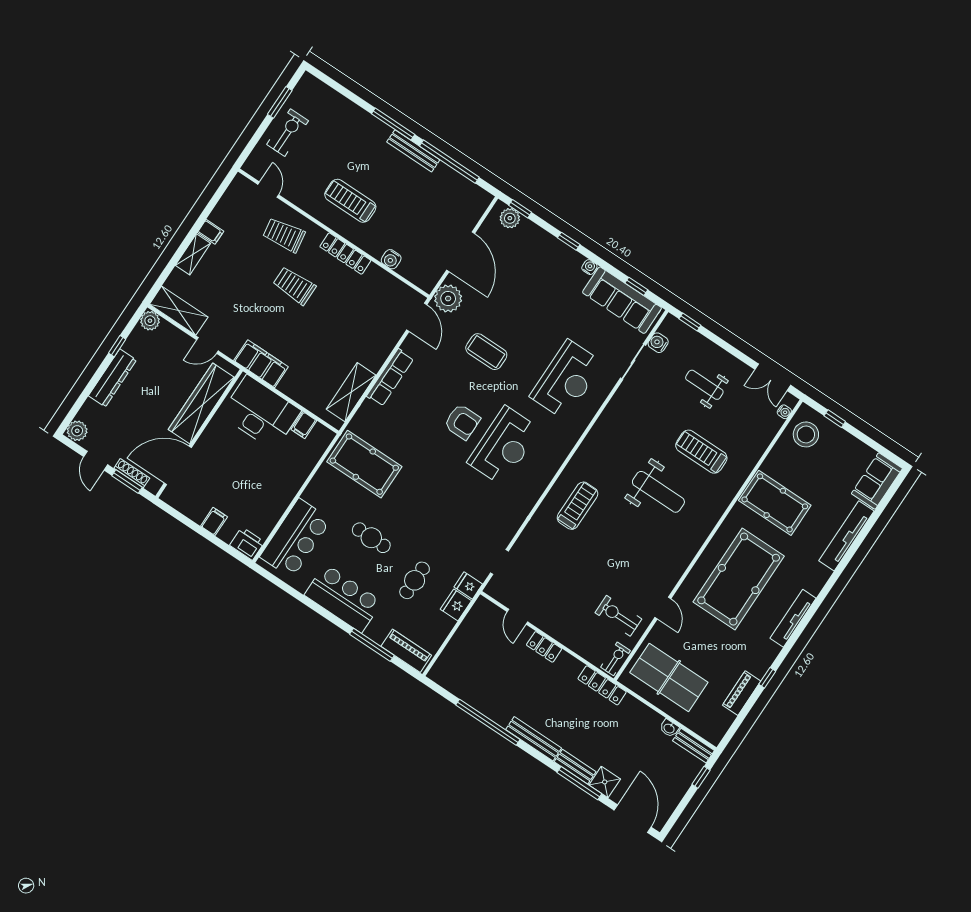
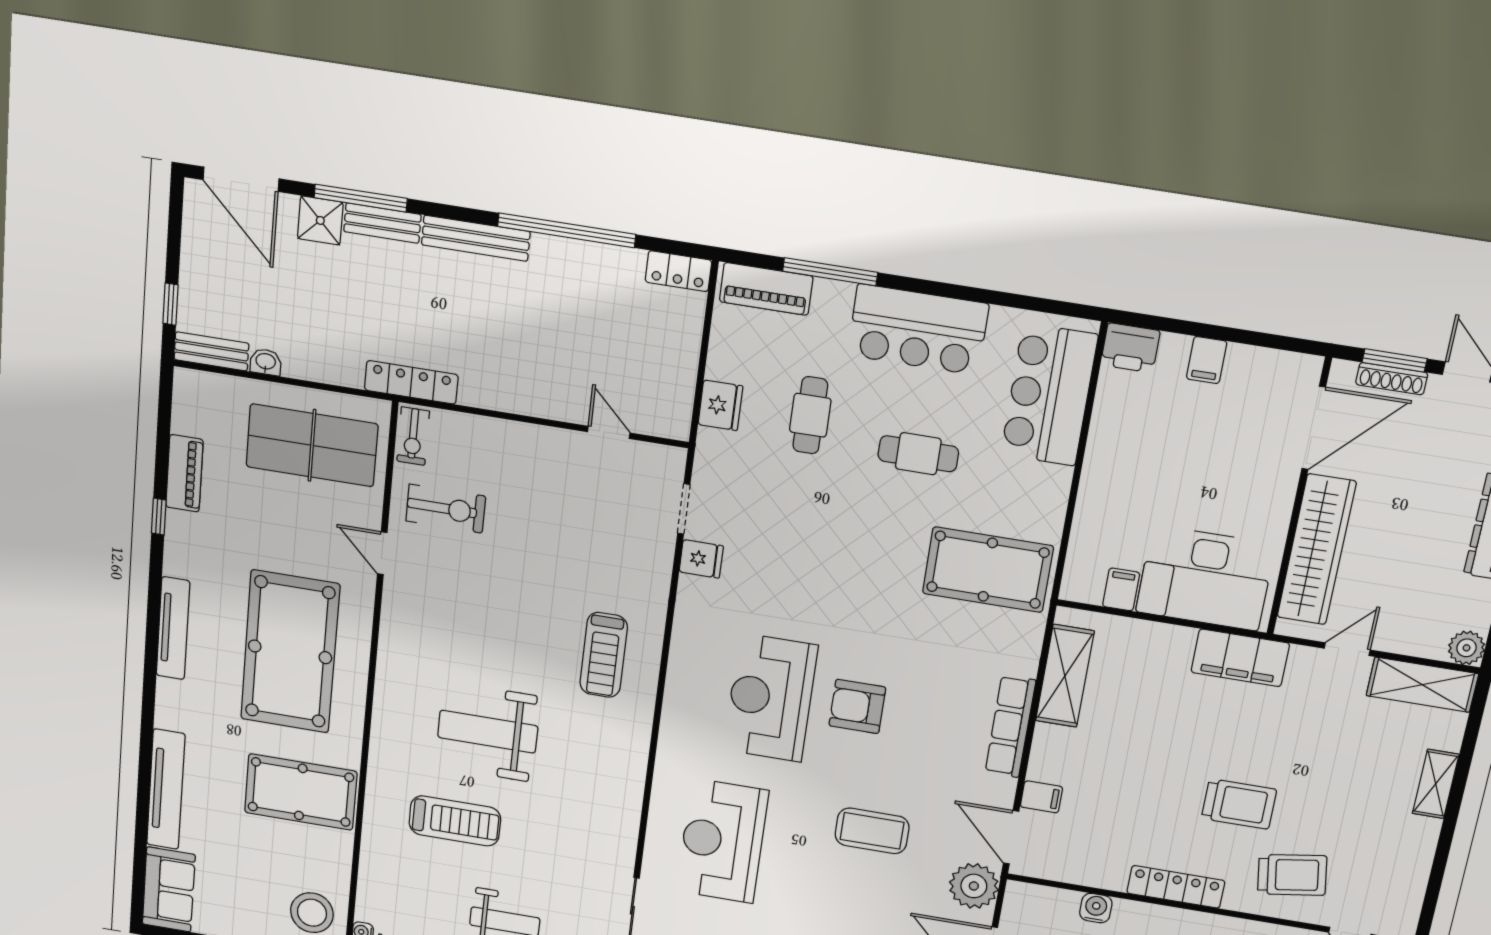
filing cabinet: (211, 232) -> (1041, 797), moved, turned 180
fridge: (468, 586) -> (701, 559), moved
locker: (544, 647) -> (678, 271), moved, turned 180

